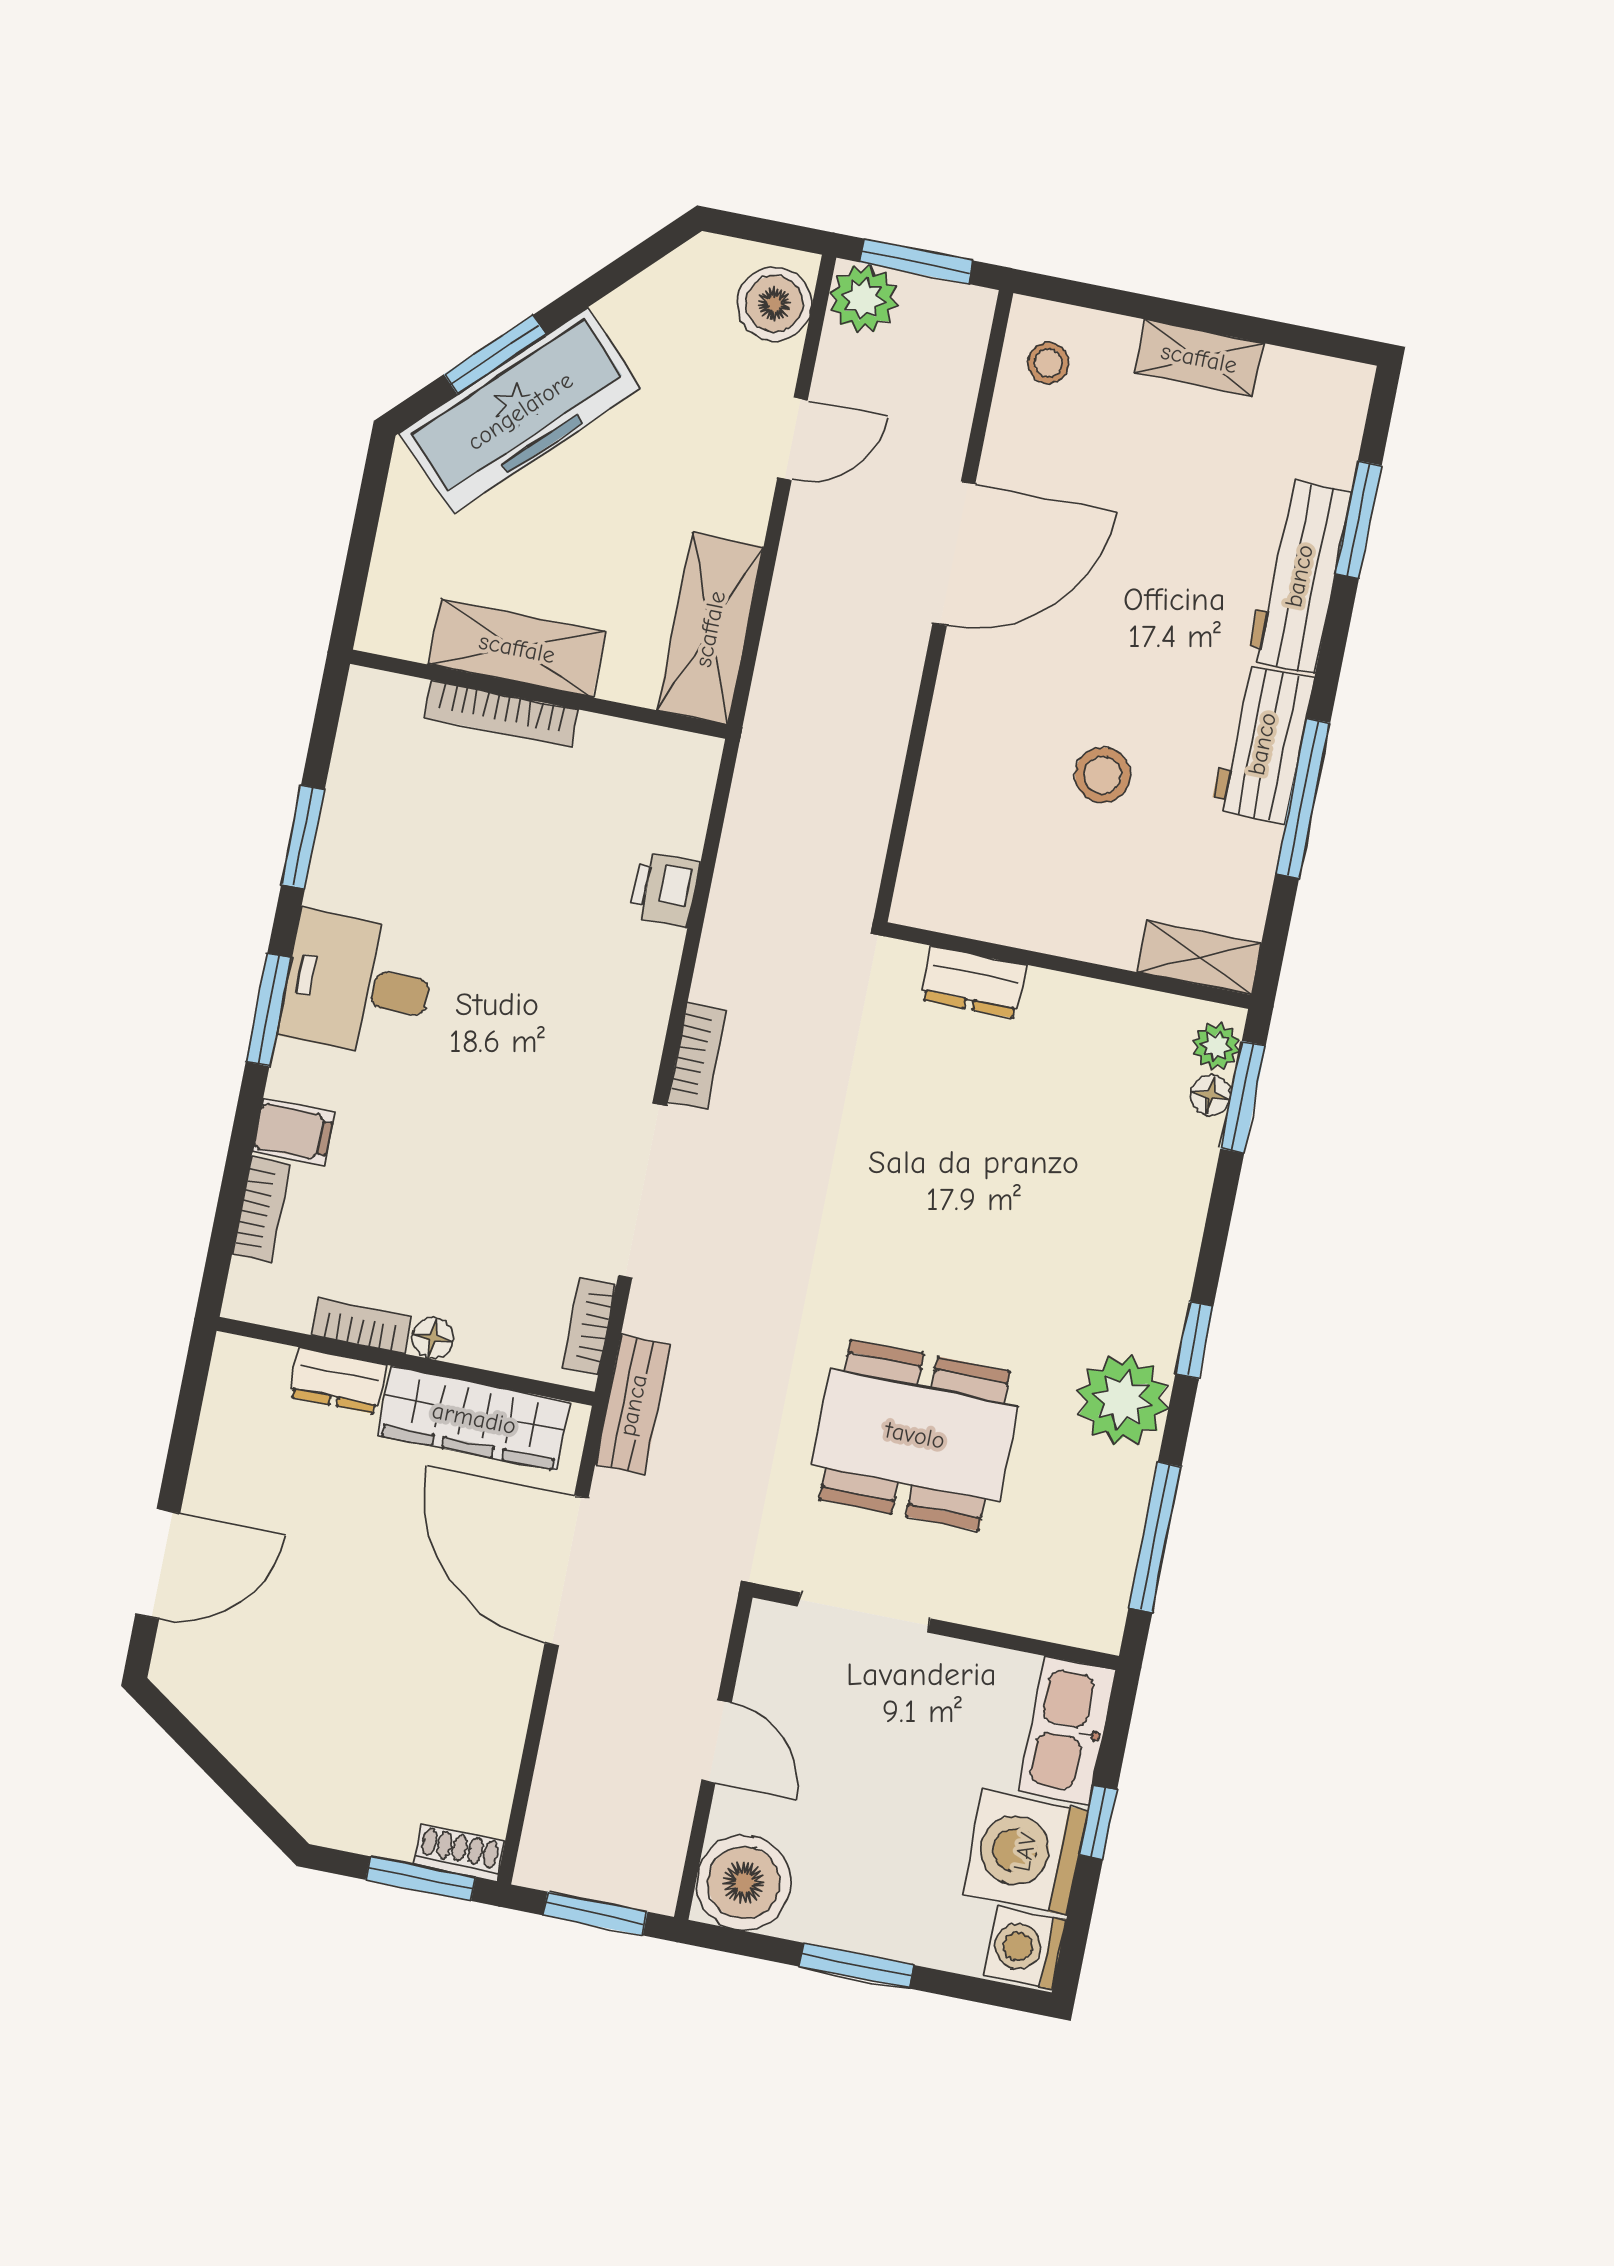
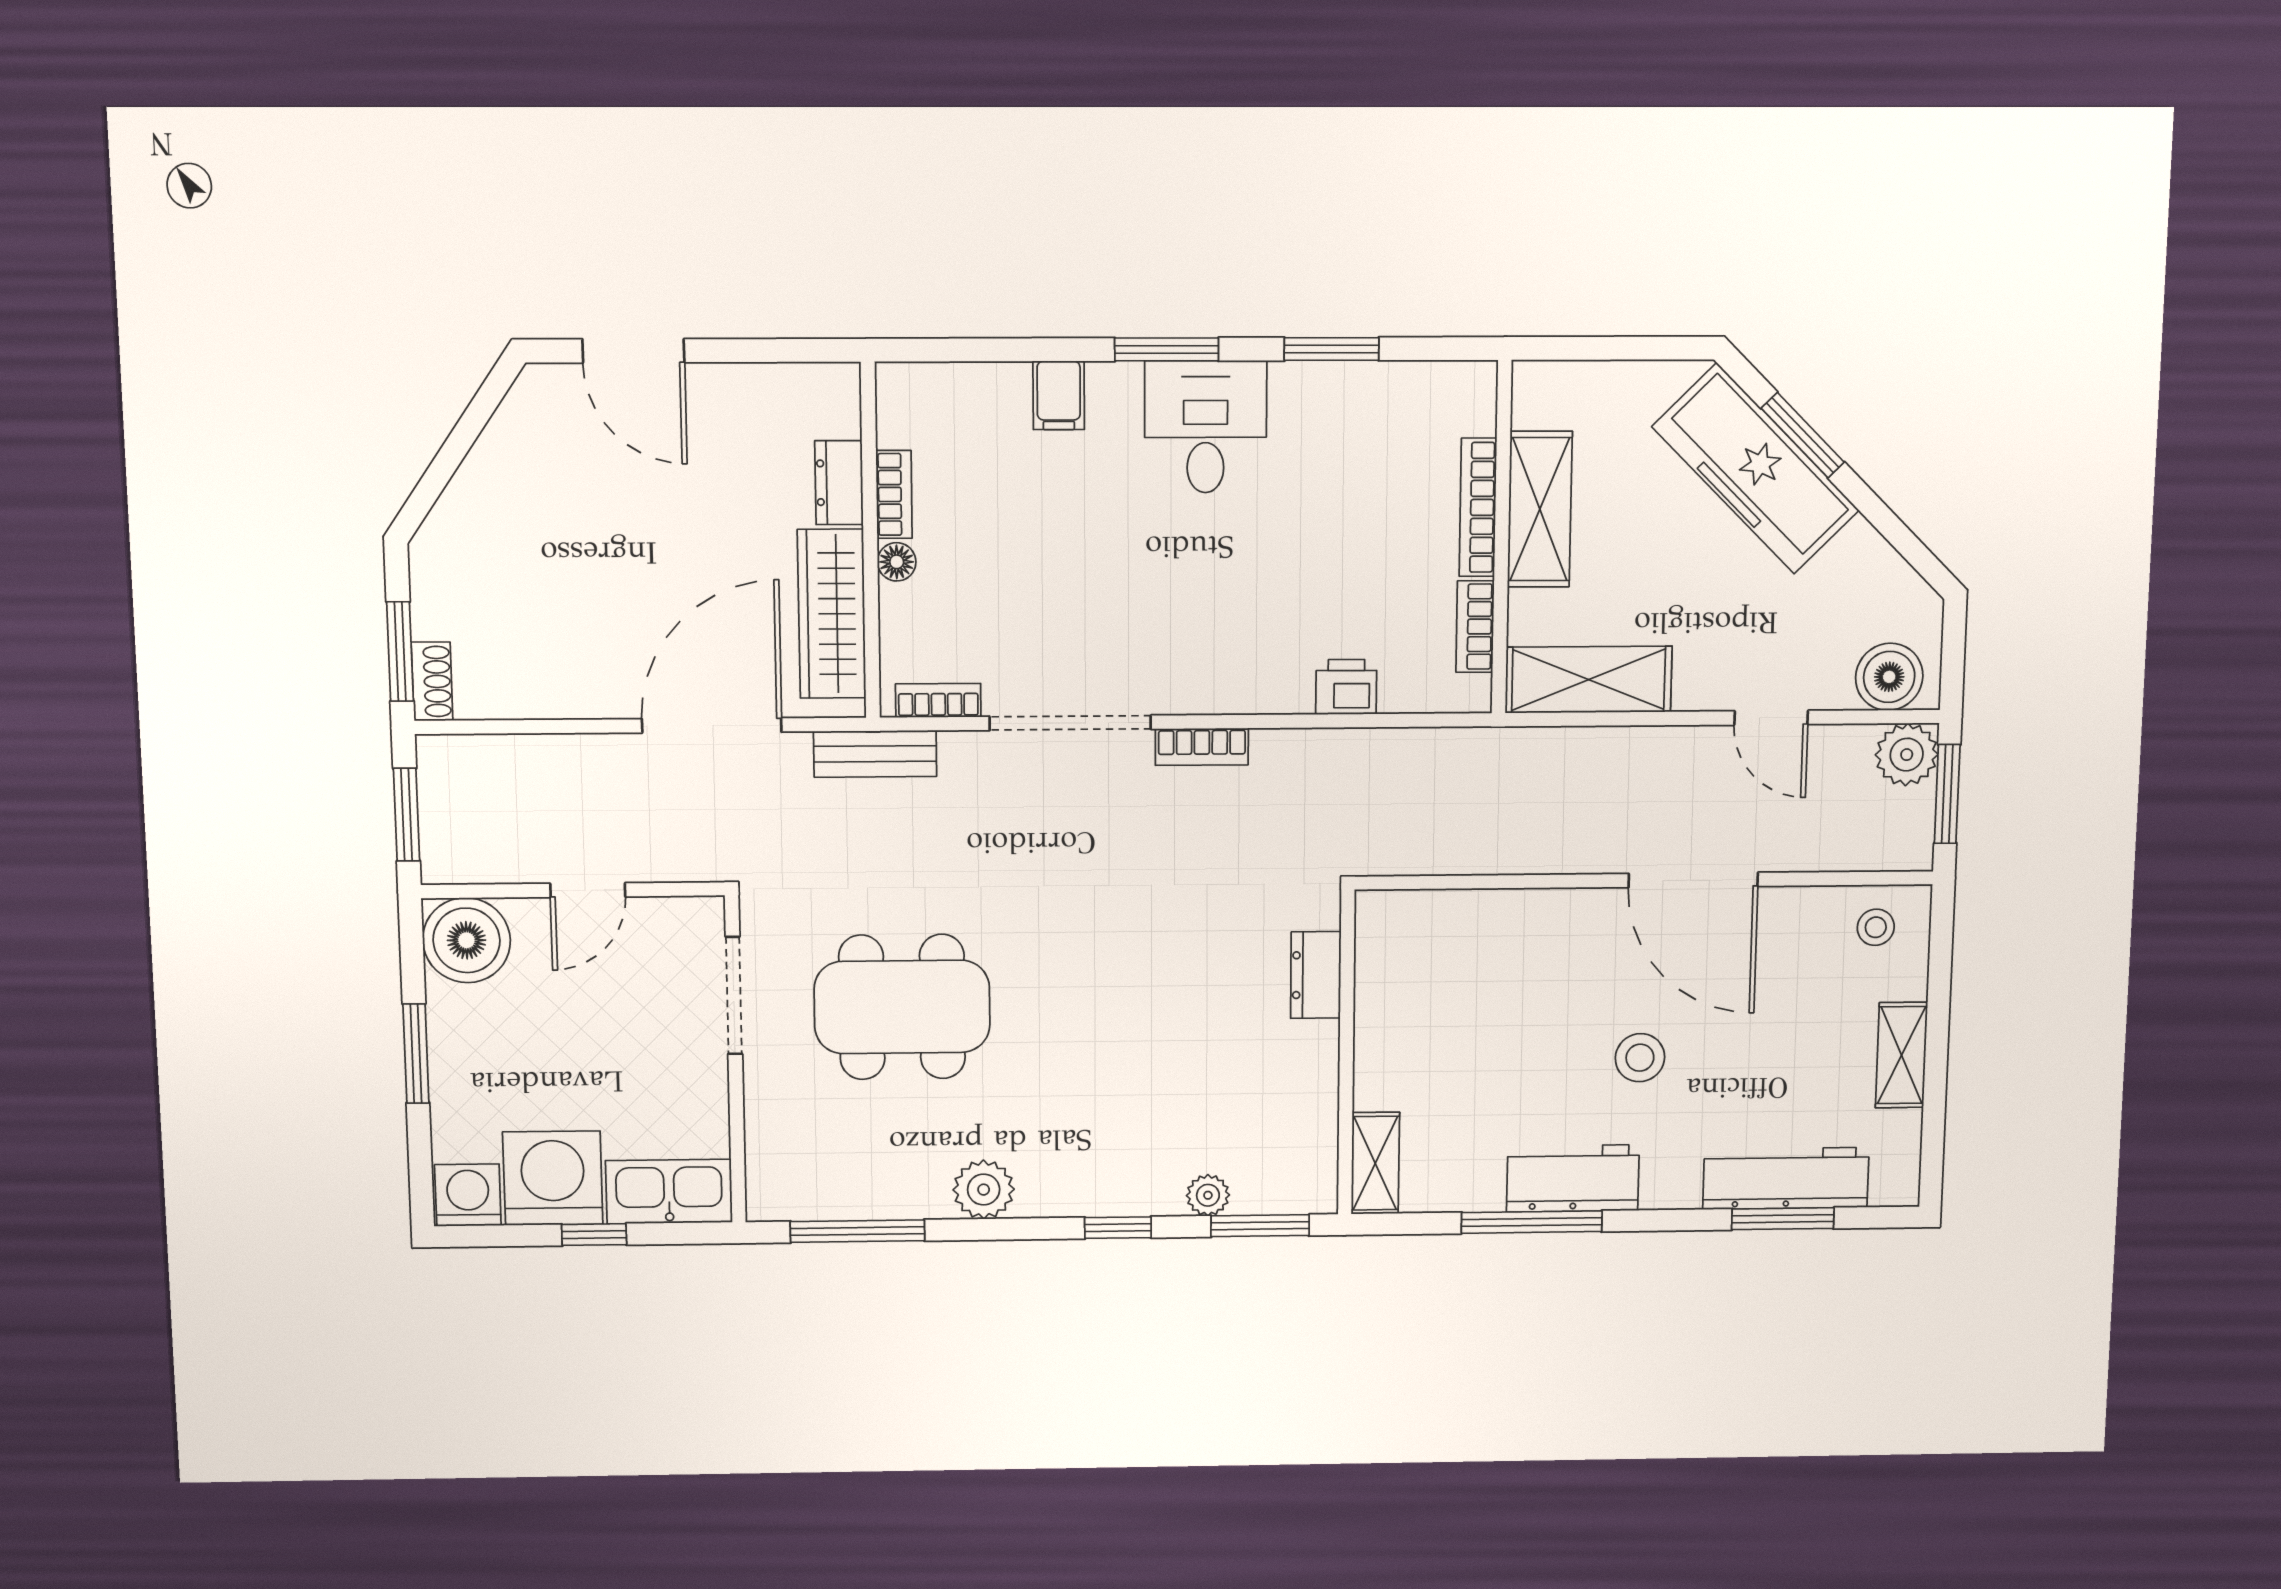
workbench: (1299, 576) -> (1786, 1178), moved
stool: (1103, 775) -> (1640, 1058), moved
plant: (1216, 1046) -> (1208, 1195), moved
floor lamp: (1210, 1095) -> (1256, 1198), removed
bookcase: (261, 1209) -> (1475, 627), moved, turned 90
window: (1194, 1340) -> (1118, 1228), moved
plant: (1123, 1400) -> (984, 1190), width x0.73, depth x0.73
dining table: (915, 1435) -> (902, 1007), turned 90

